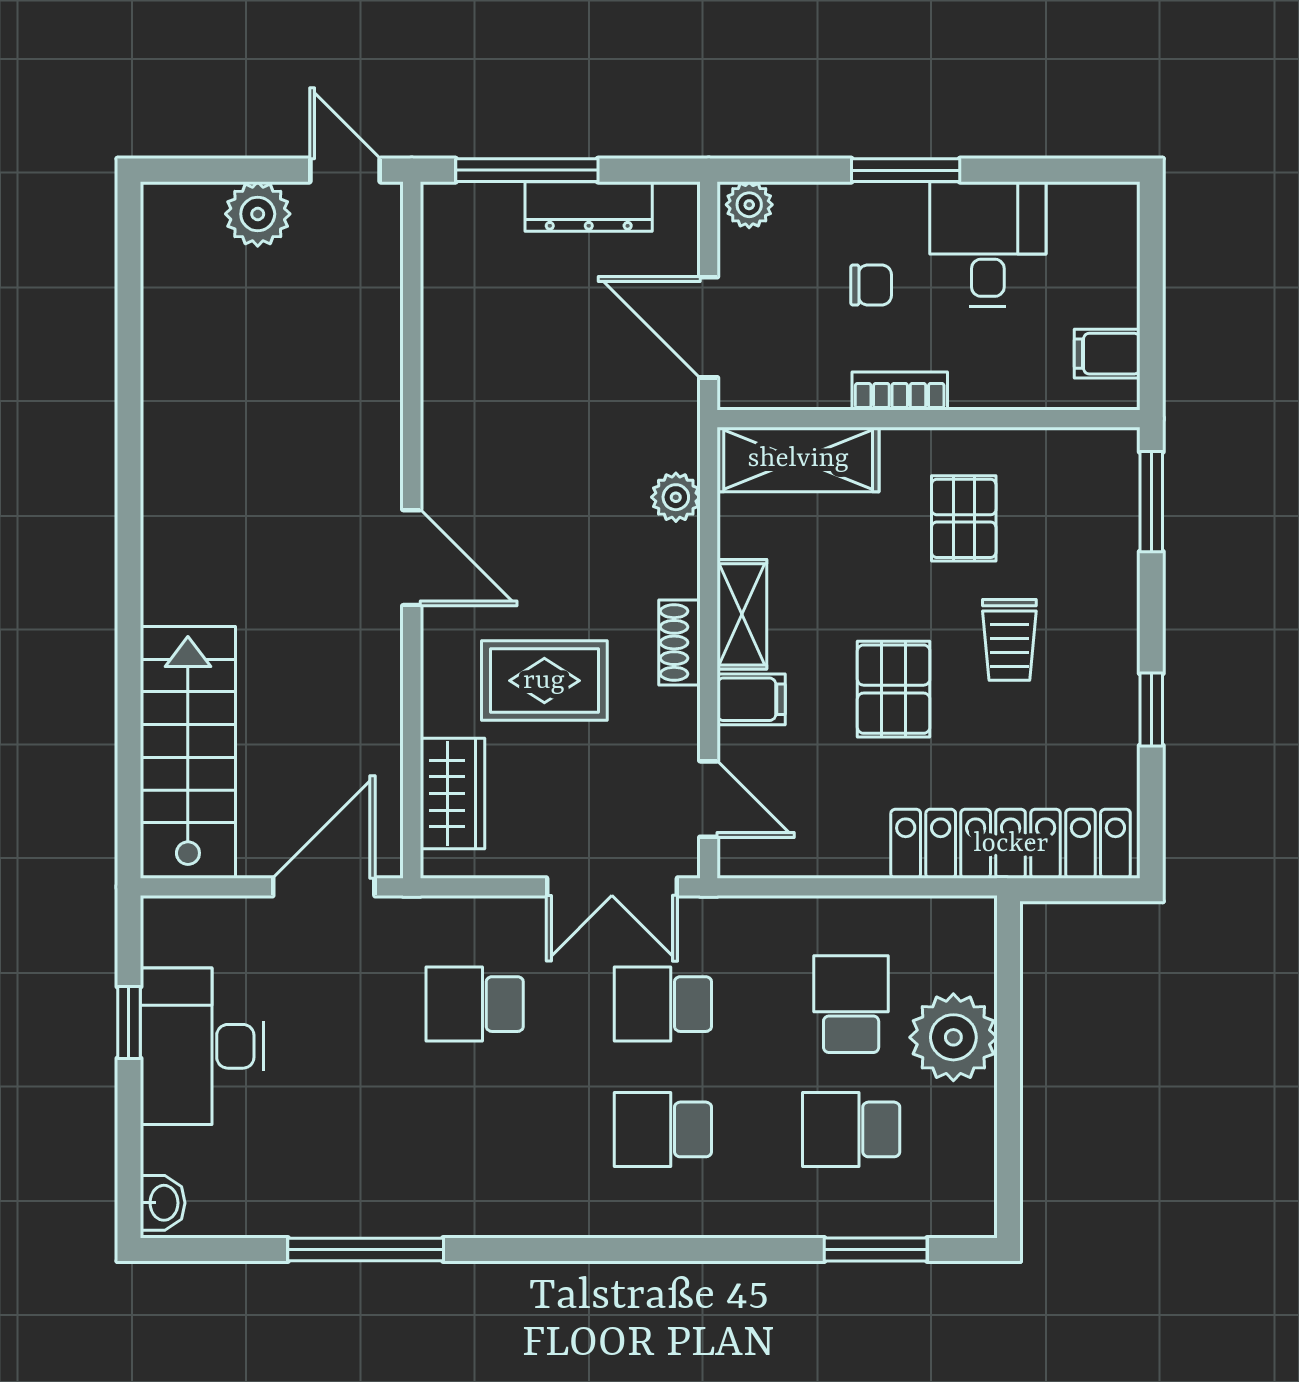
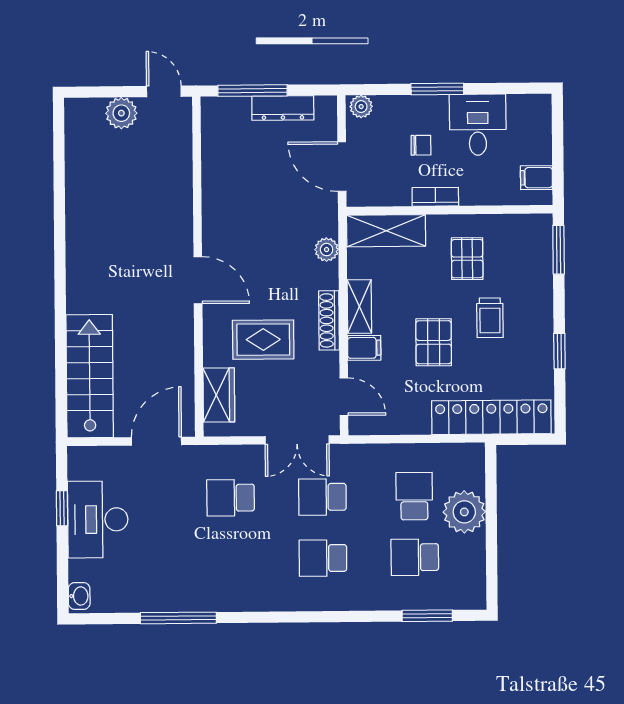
shoe rack: (679, 642) -> (329, 320), width x1.43

